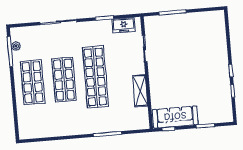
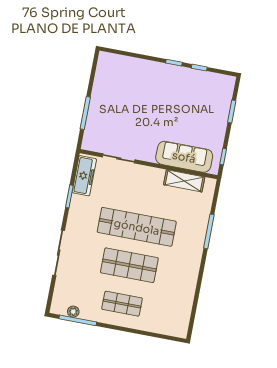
freezer: (124, 25) -> (84, 176), width x1.40
shop shelf: (33, 82) -> (122, 304), width x0.70, depth x0.74
shelving: (140, 91) -> (184, 181), moved
sofa: (175, 117) -> (184, 157), moved, turned 90

